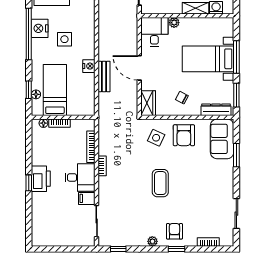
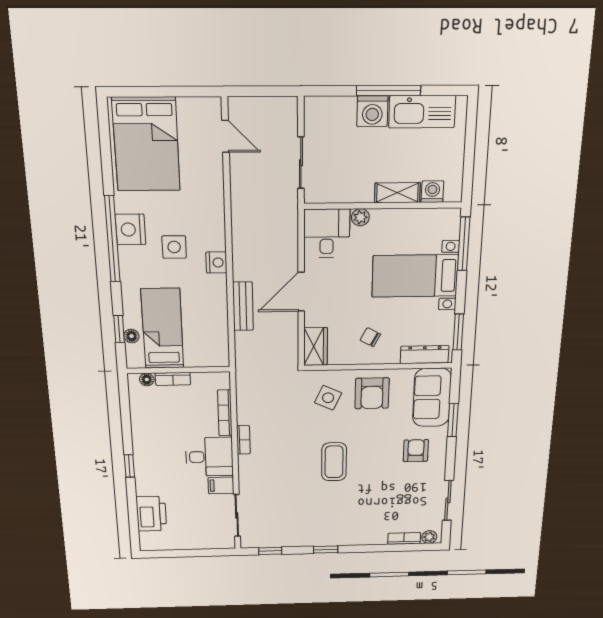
window: (236, 57) -> (464, 244), moved
nightstand: (89, 66) -> (216, 263), moved
door: (139, 68) -> (301, 292), hinge flipped
printer: (41, 179) -> (151, 514), moved
armchair: (174, 231) -> (416, 451), moved
plant: (152, 241) -> (429, 537), moved
window: (176, 249) -> (326, 550), moved

